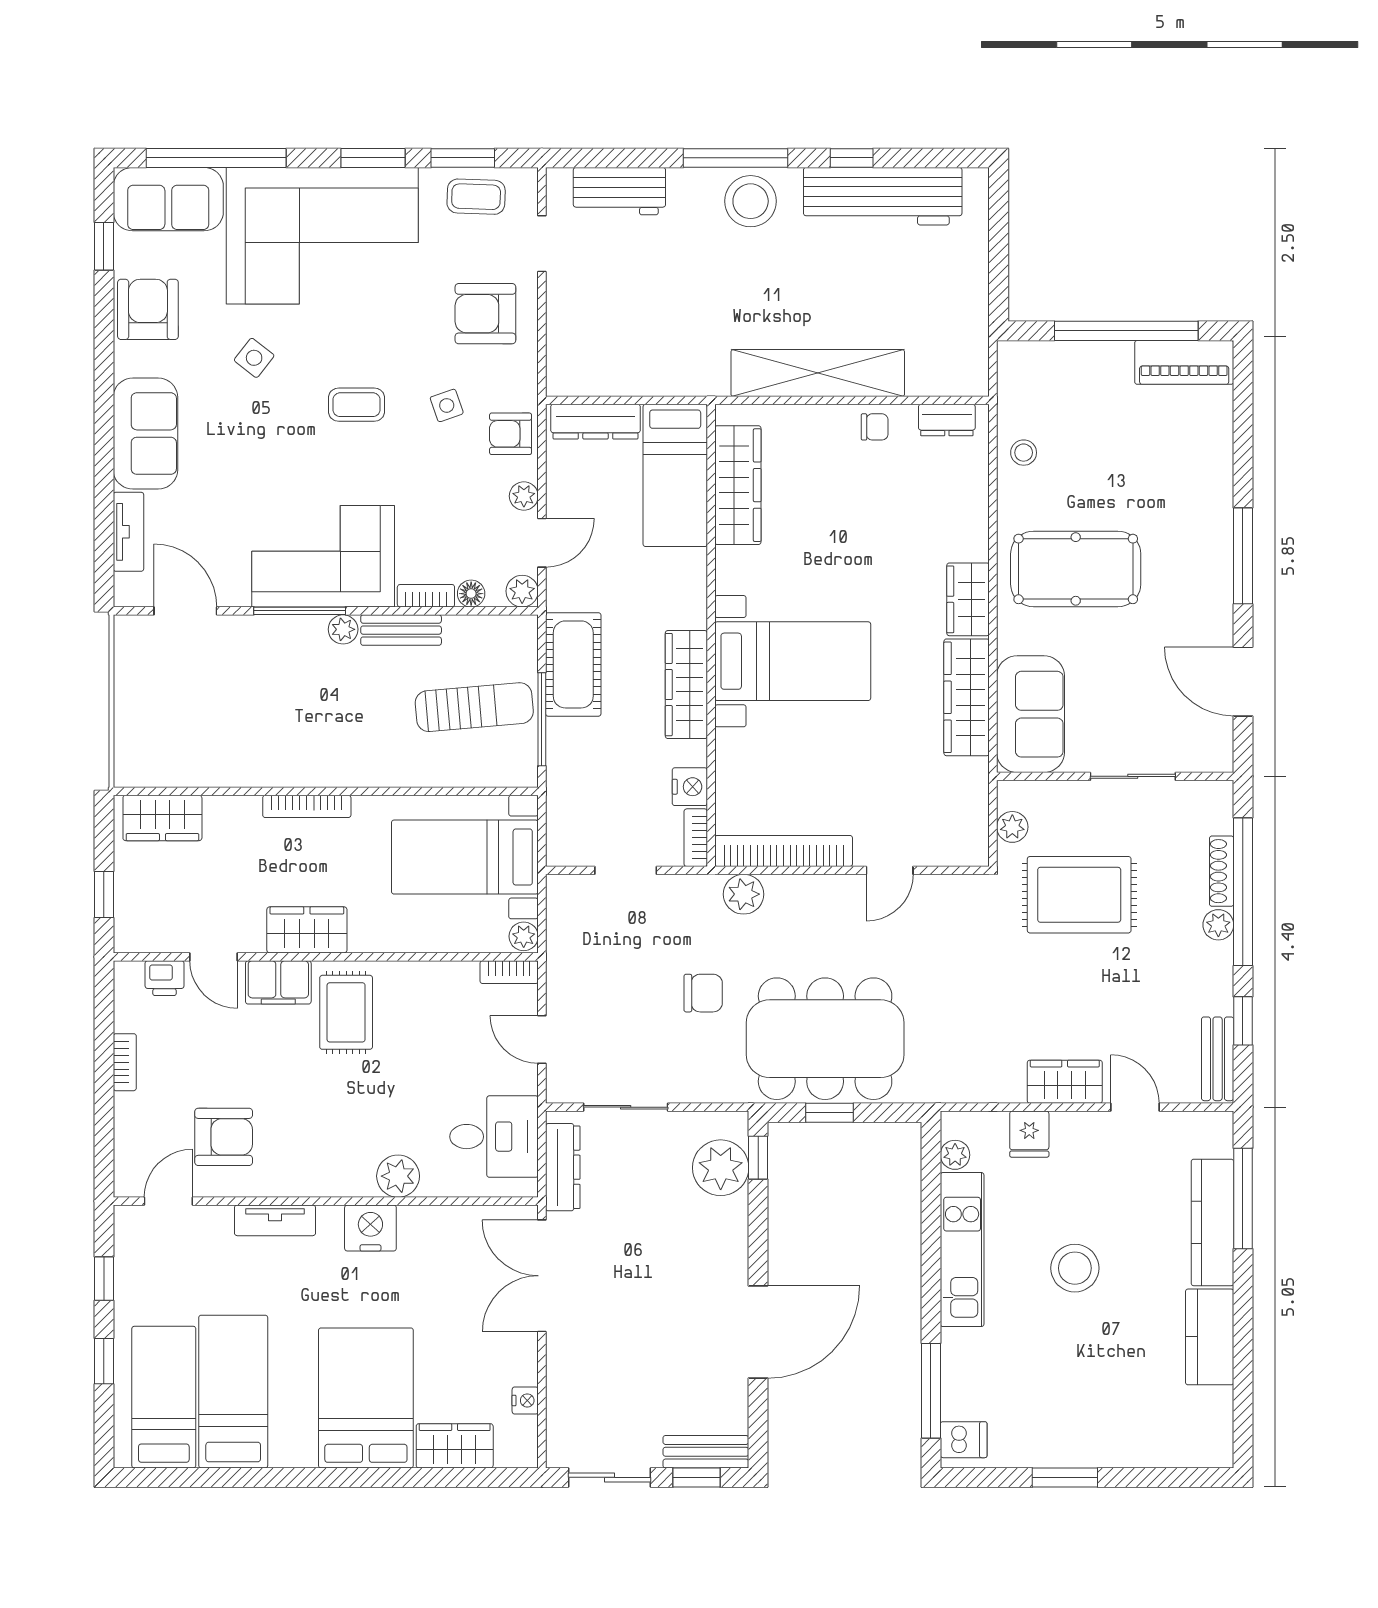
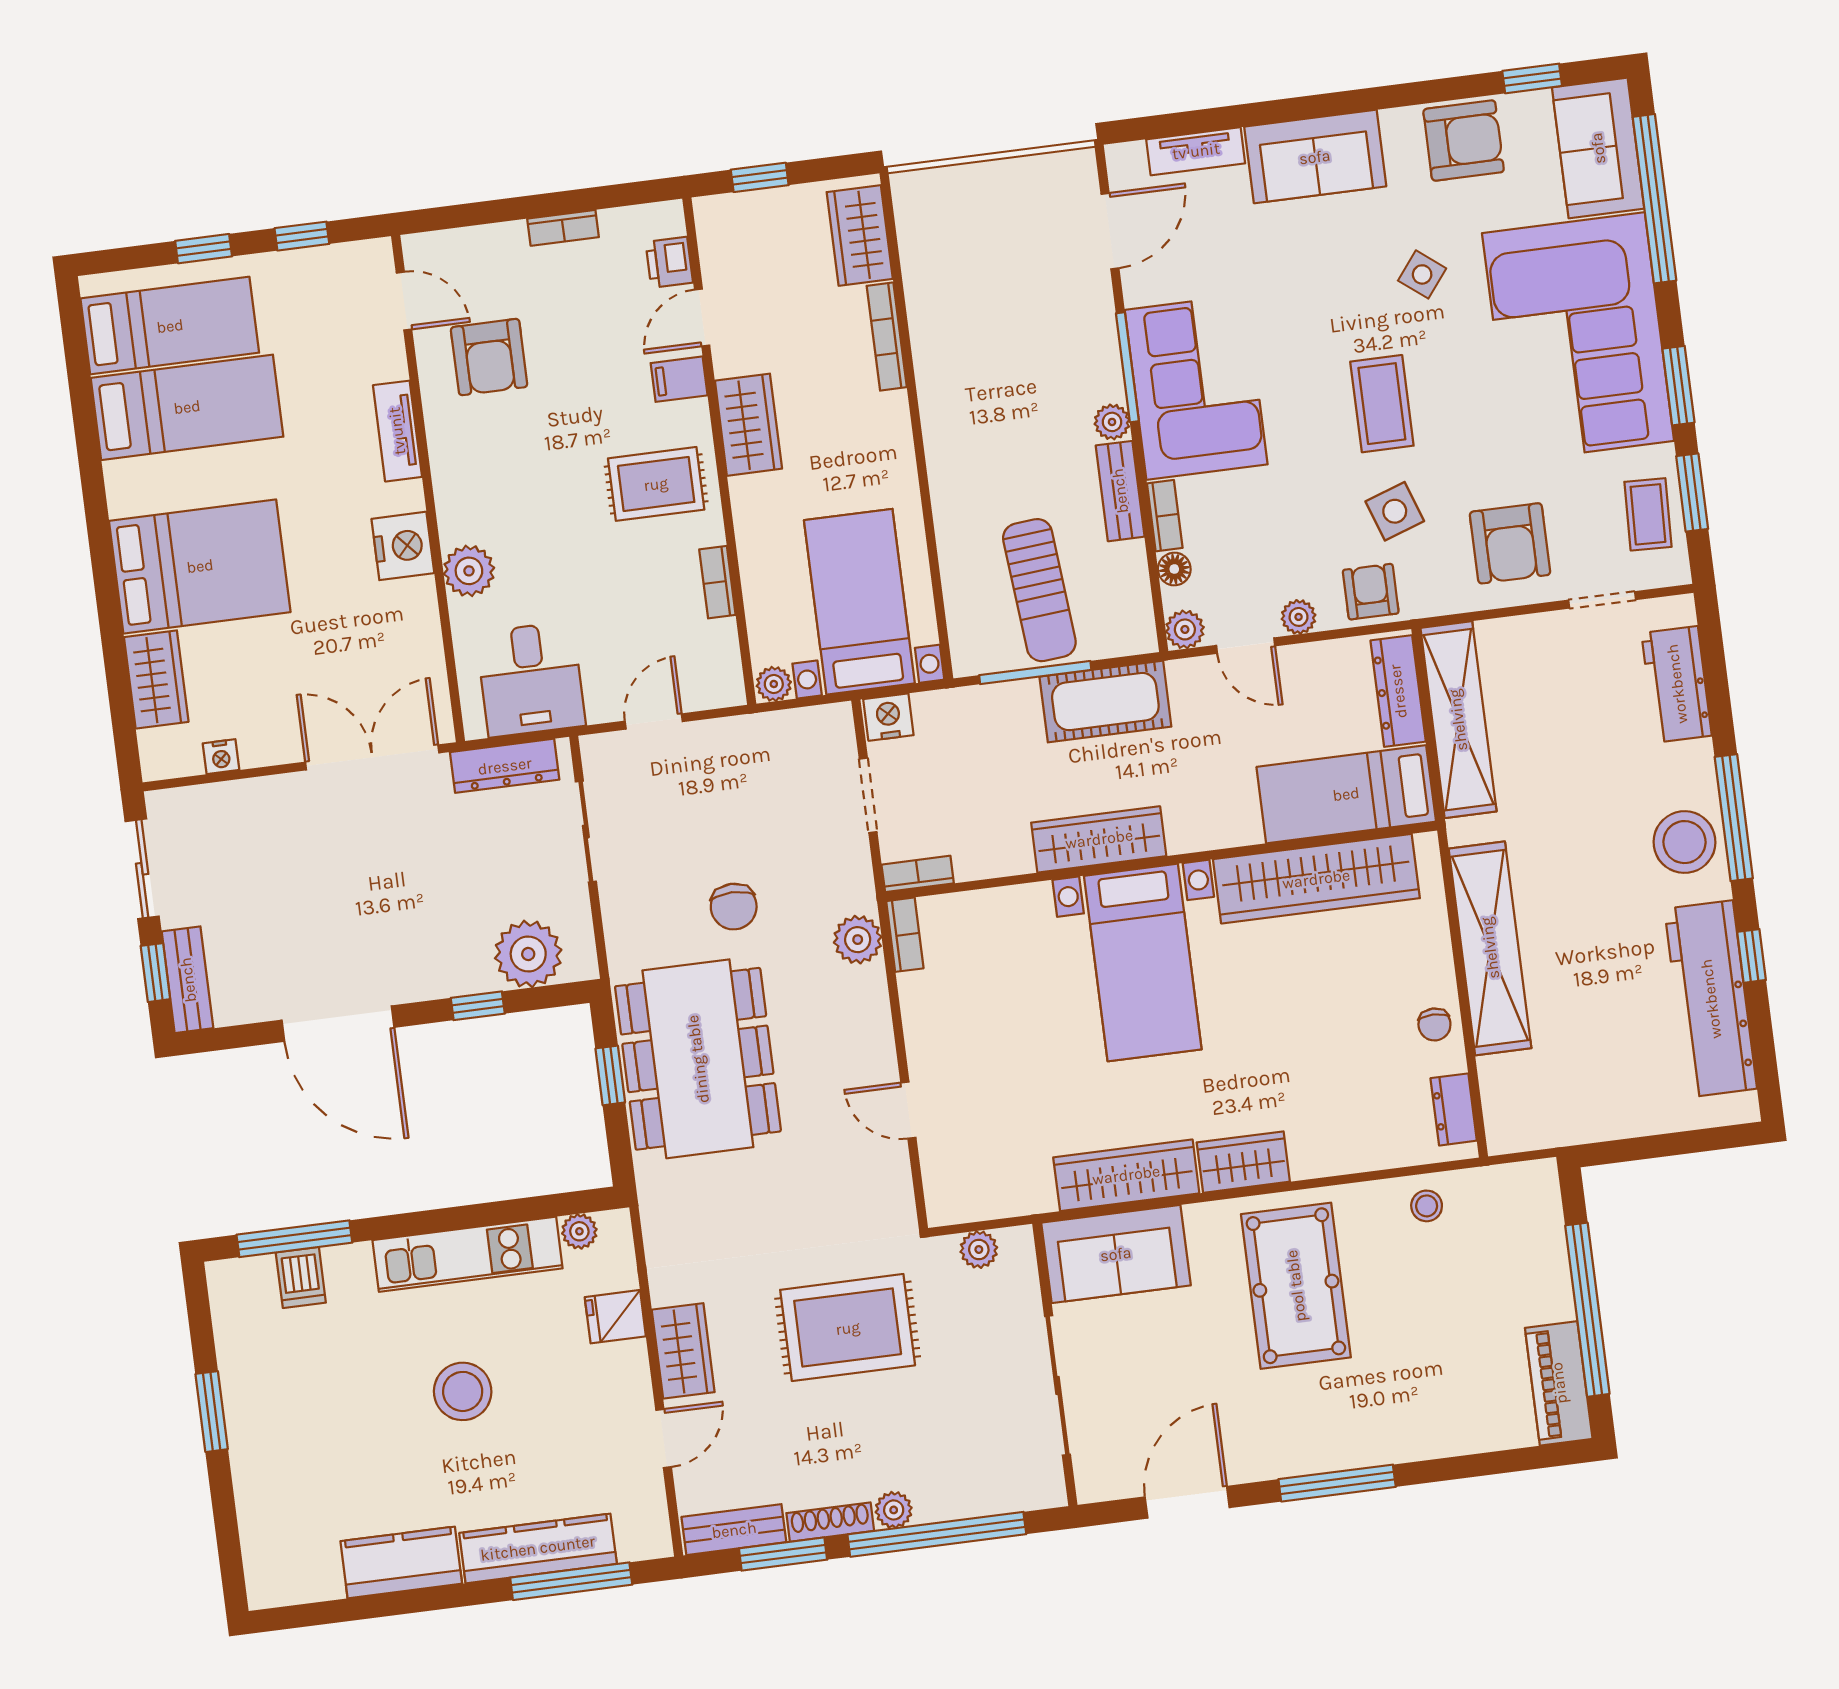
armchair: (485, 314) -> (1510, 543), turned 180
shelving: (625, 375) -> (1458, 720), added
coffee table: (356, 405) -> (1382, 404), width x1.36, depth x1.30
side table: (447, 405) -> (1395, 511), width x1.37, depth x1.37
wardrobe: (738, 485) -> (1316, 879), width x1.40, depth x1.17
sliding door: (1133, 776) -> (1057, 1385), width x1.37
nightstand: (690, 787) -> (888, 717), moved, turned 180
bookcase: (307, 806) -> (887, 337), moved
bookcase: (784, 851) -> (905, 935), width x0.43, depth x0.76
shoe rack: (1222, 871) -> (830, 1522), moved
rug: (1079, 895) -> (848, 1328), moved, turned 90
bookcase: (509, 972) -> (717, 582), moved
filing cabinet: (278, 982) -> (679, 379), width x0.50
window: (1243, 1021) -> (783, 1554), width x1.50
window: (758, 1158) -> (478, 1006), moved
dishwasher: (964, 1440) -> (301, 1278), moved

